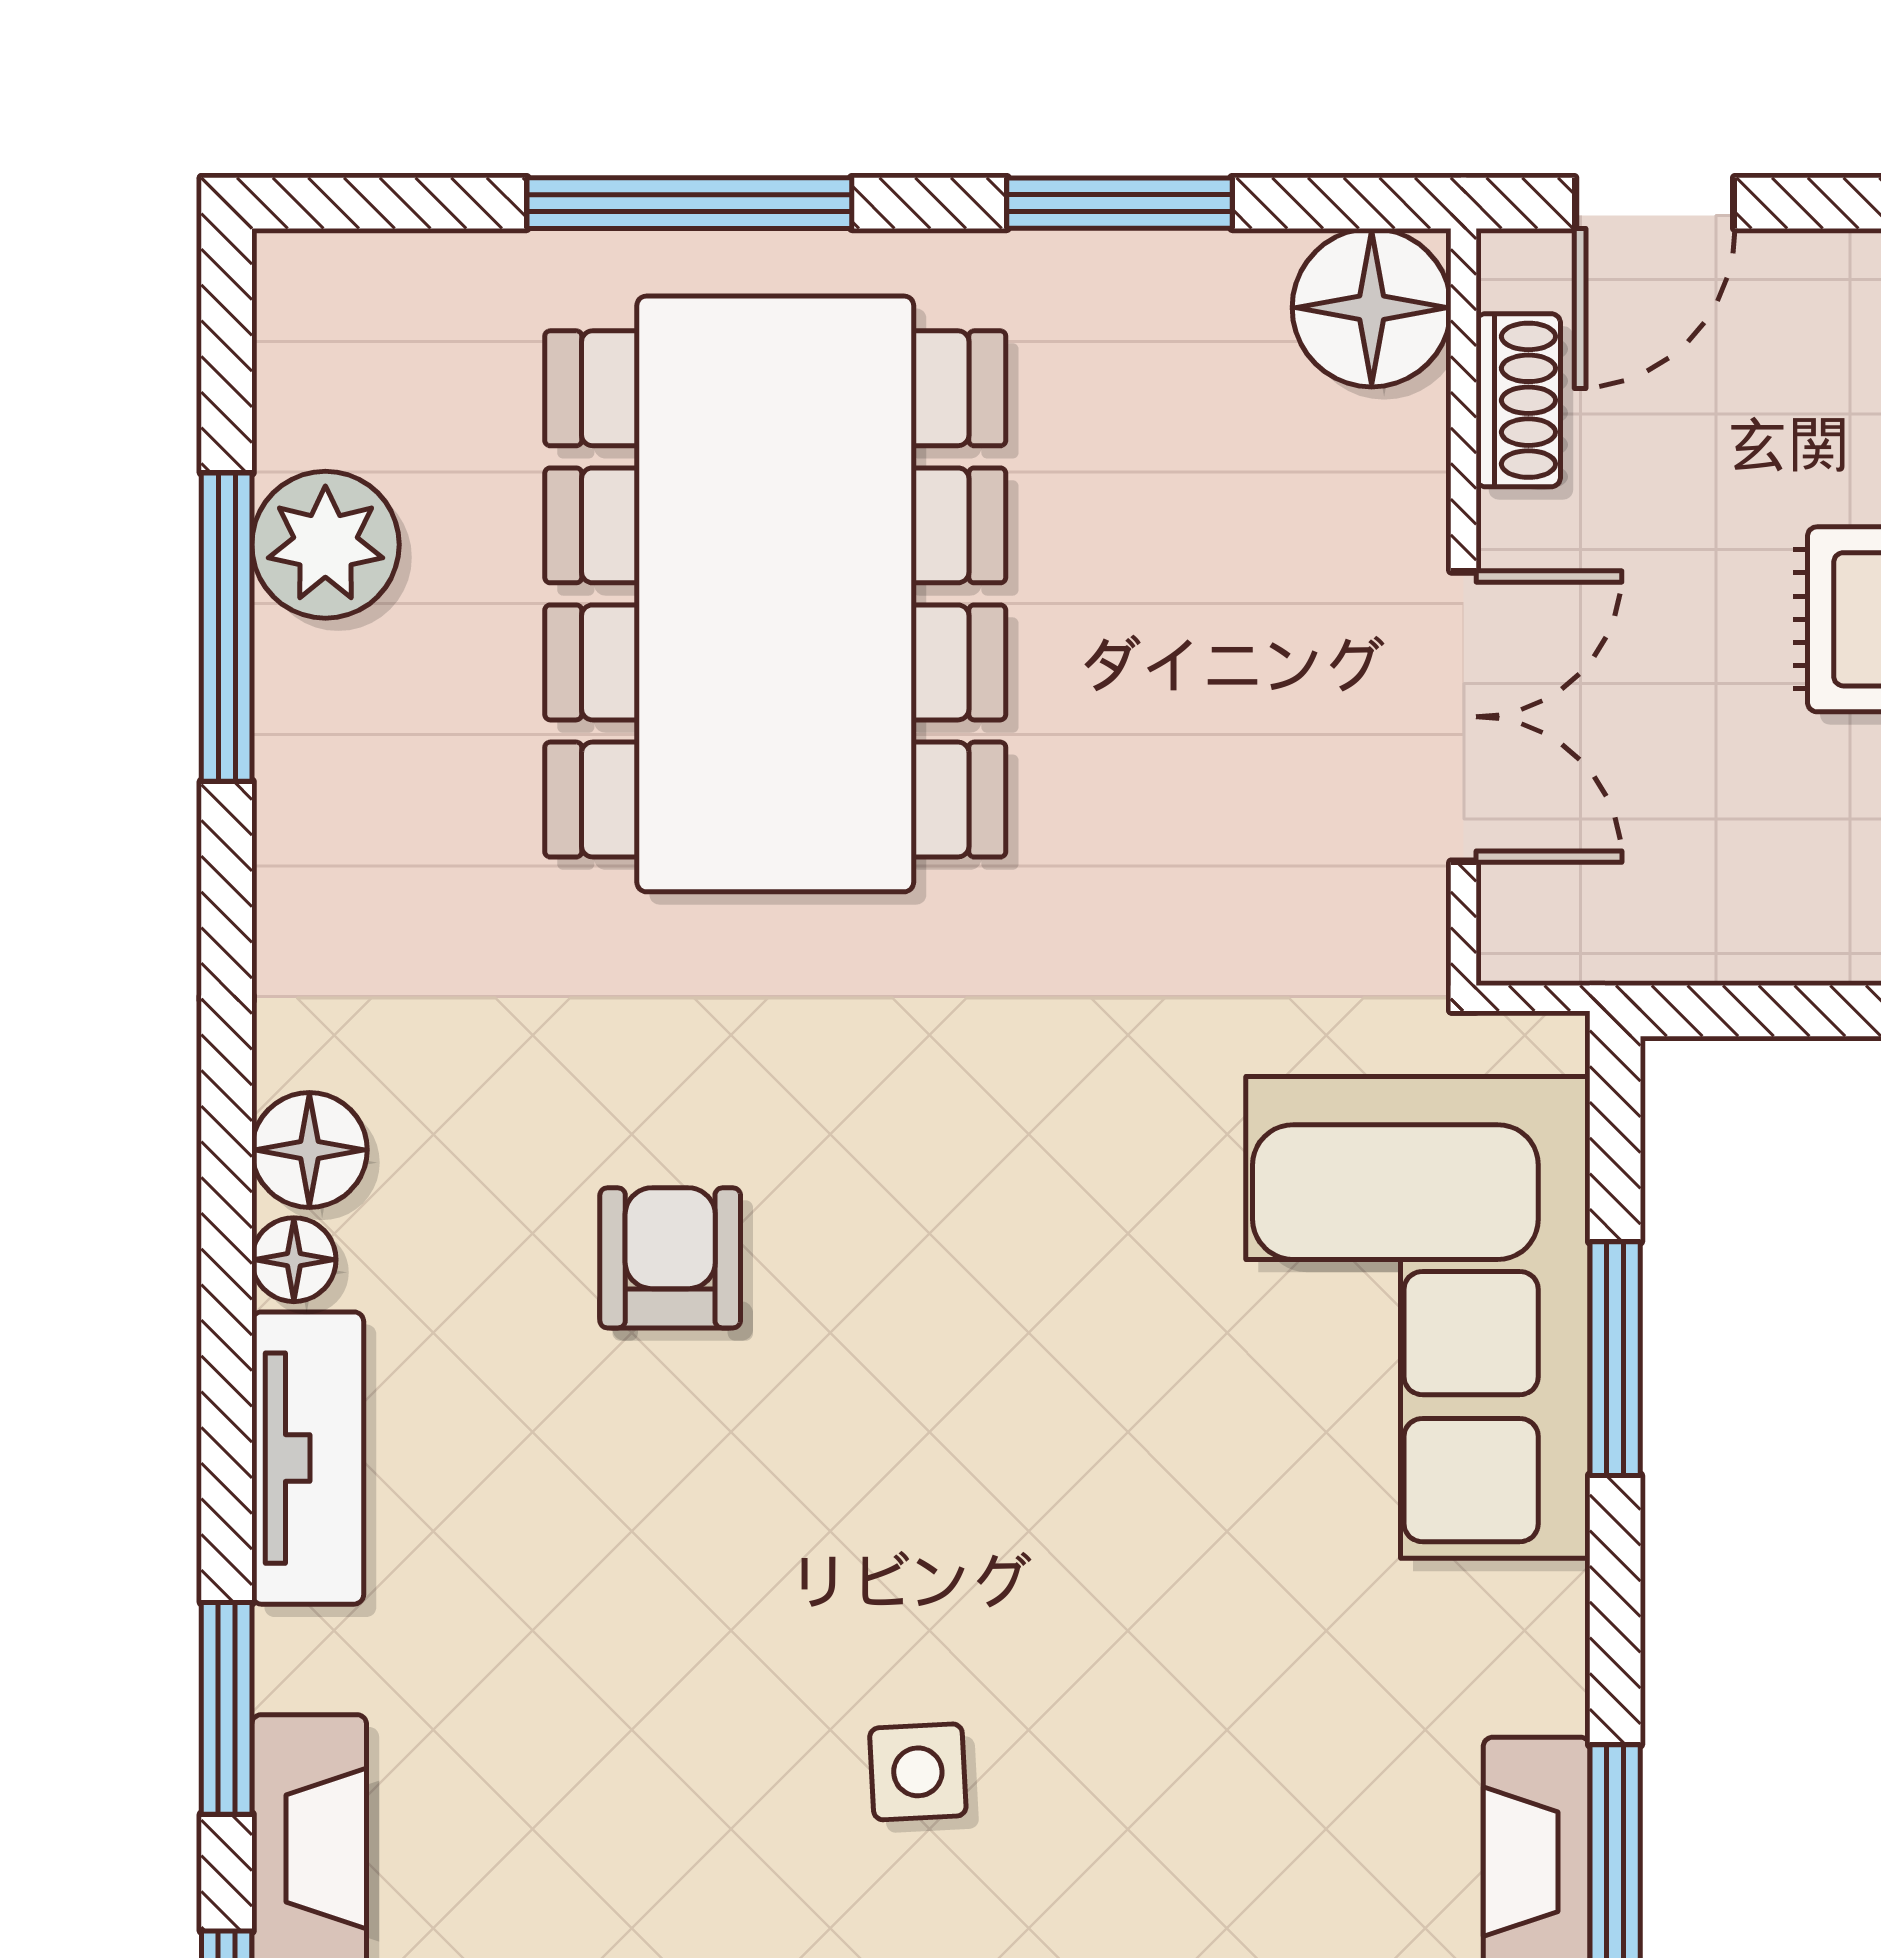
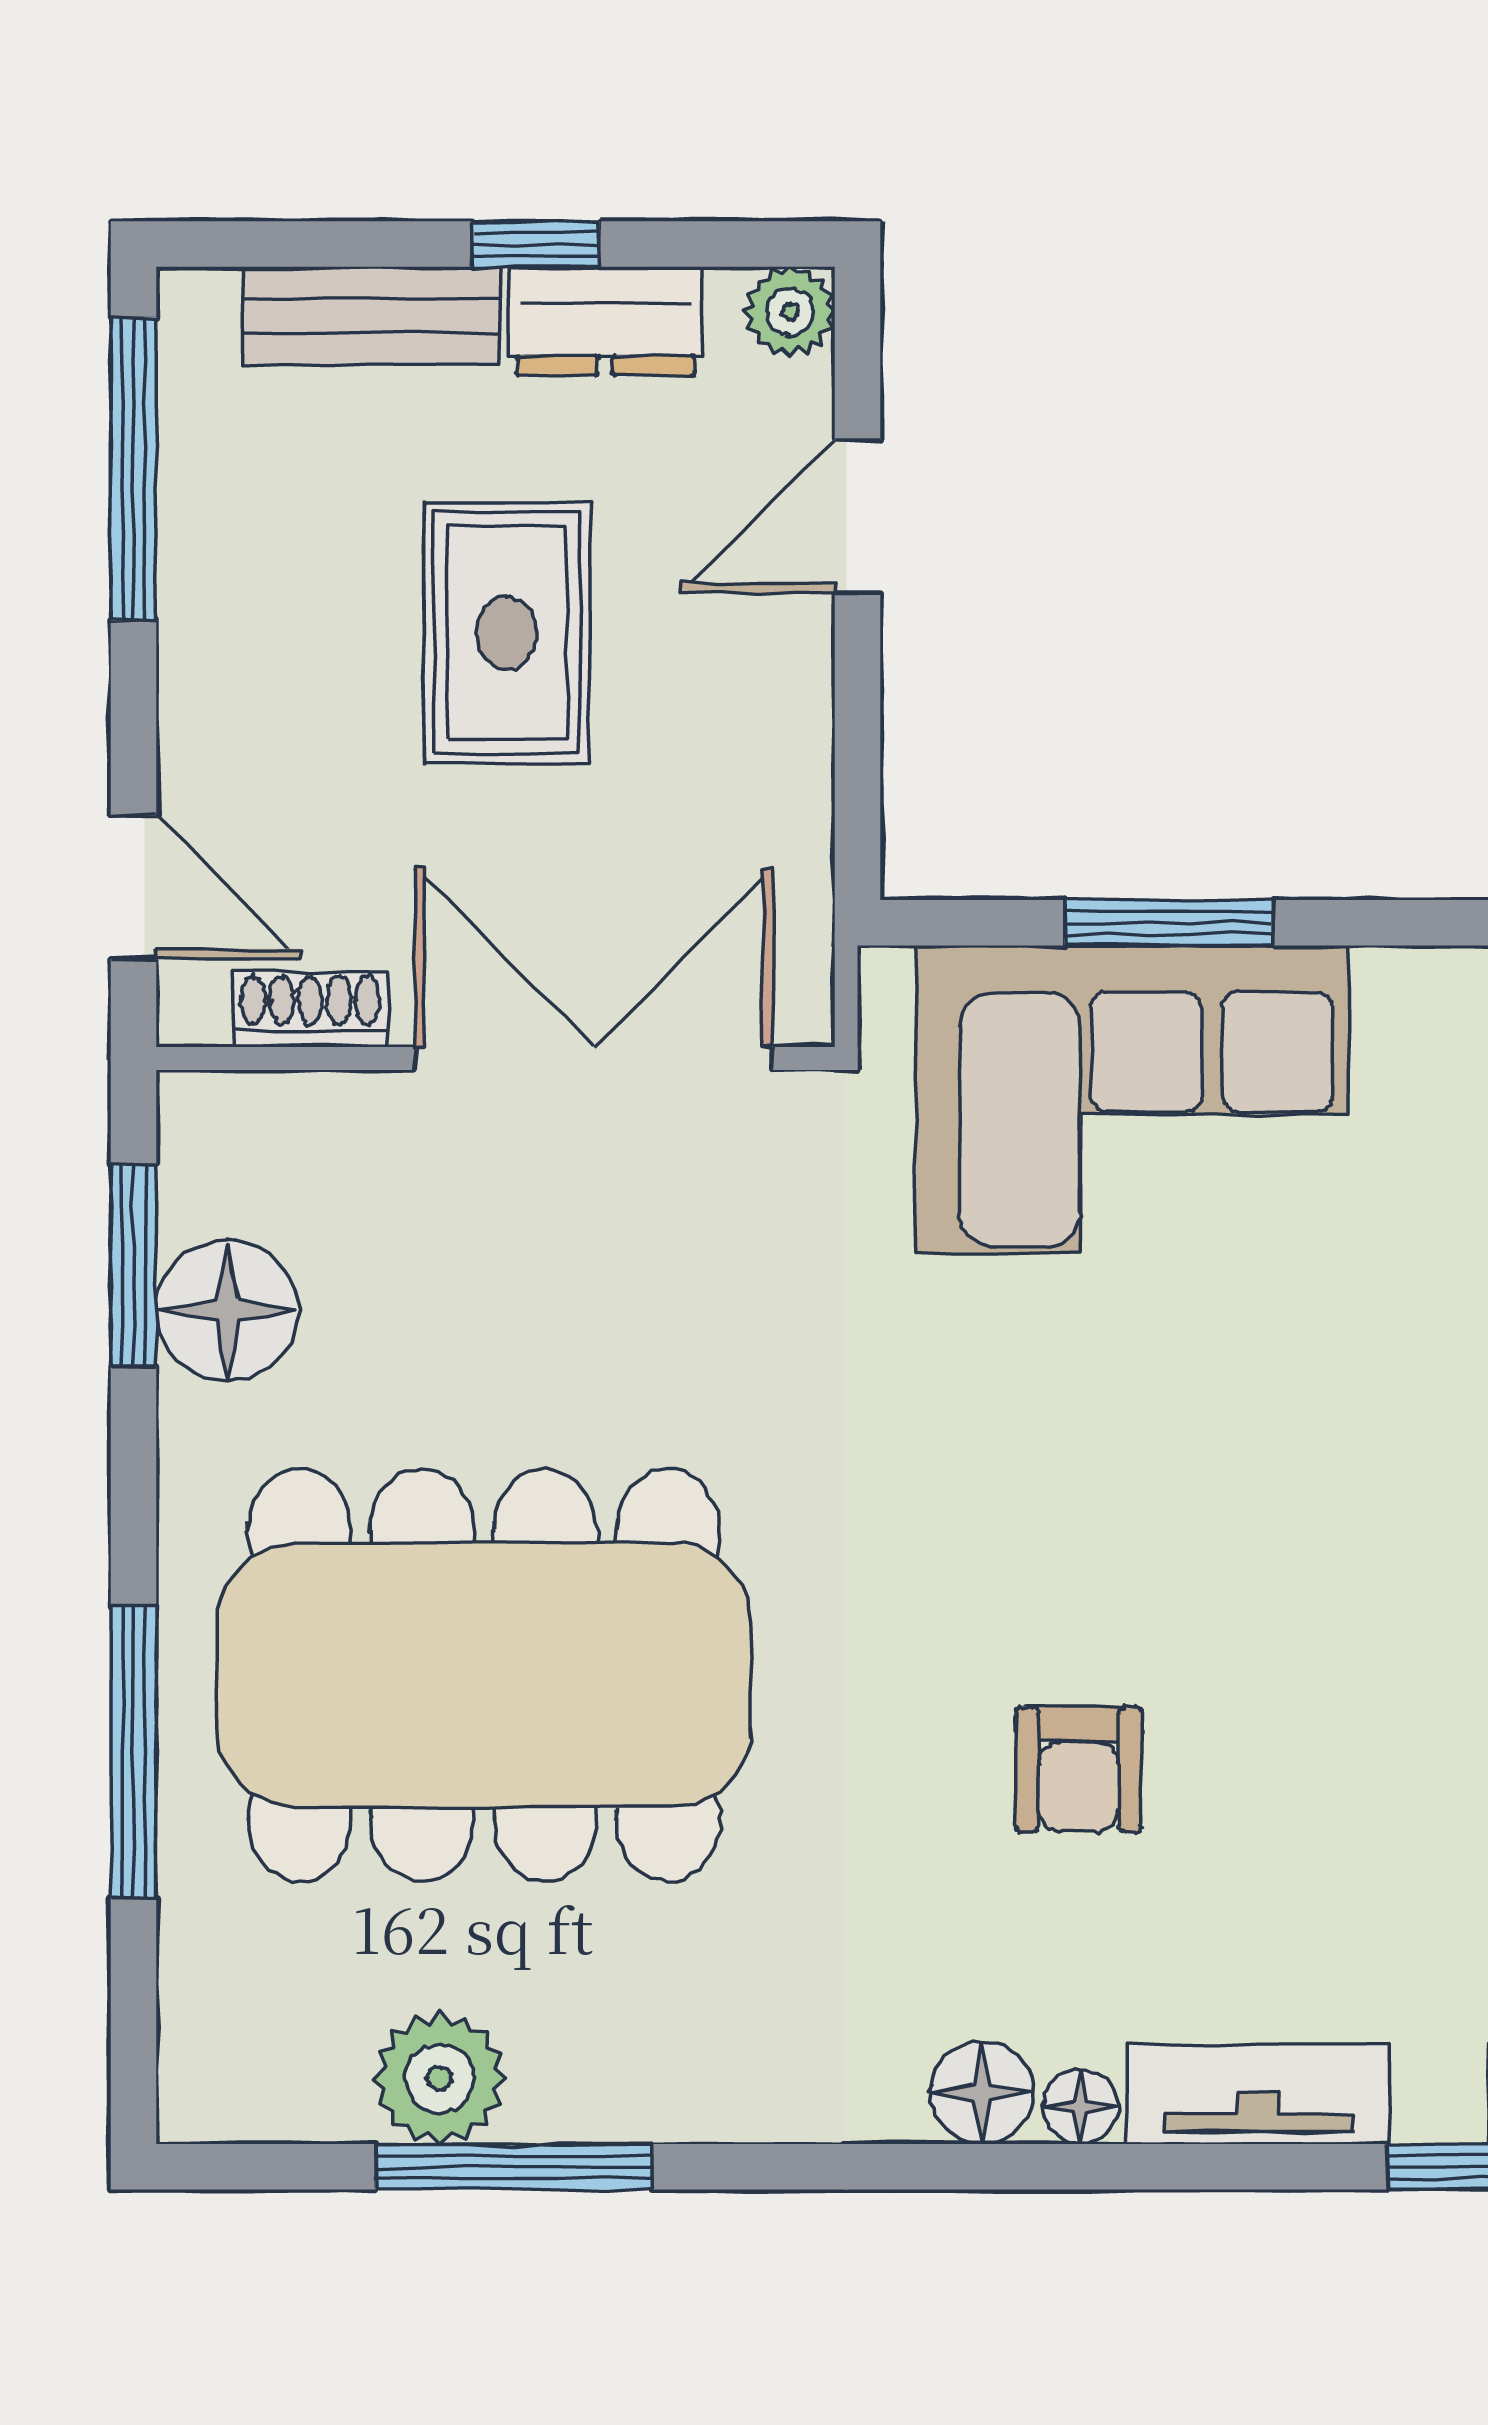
window: (1119, 203) -> (134, 1266), moved
floor lamp: (1372, 308) -> (227, 1311), moved
double door: (1464, 717) -> (594, 1058), width x1.37
armchair: (670, 1258) -> (1079, 1769), turned -90

